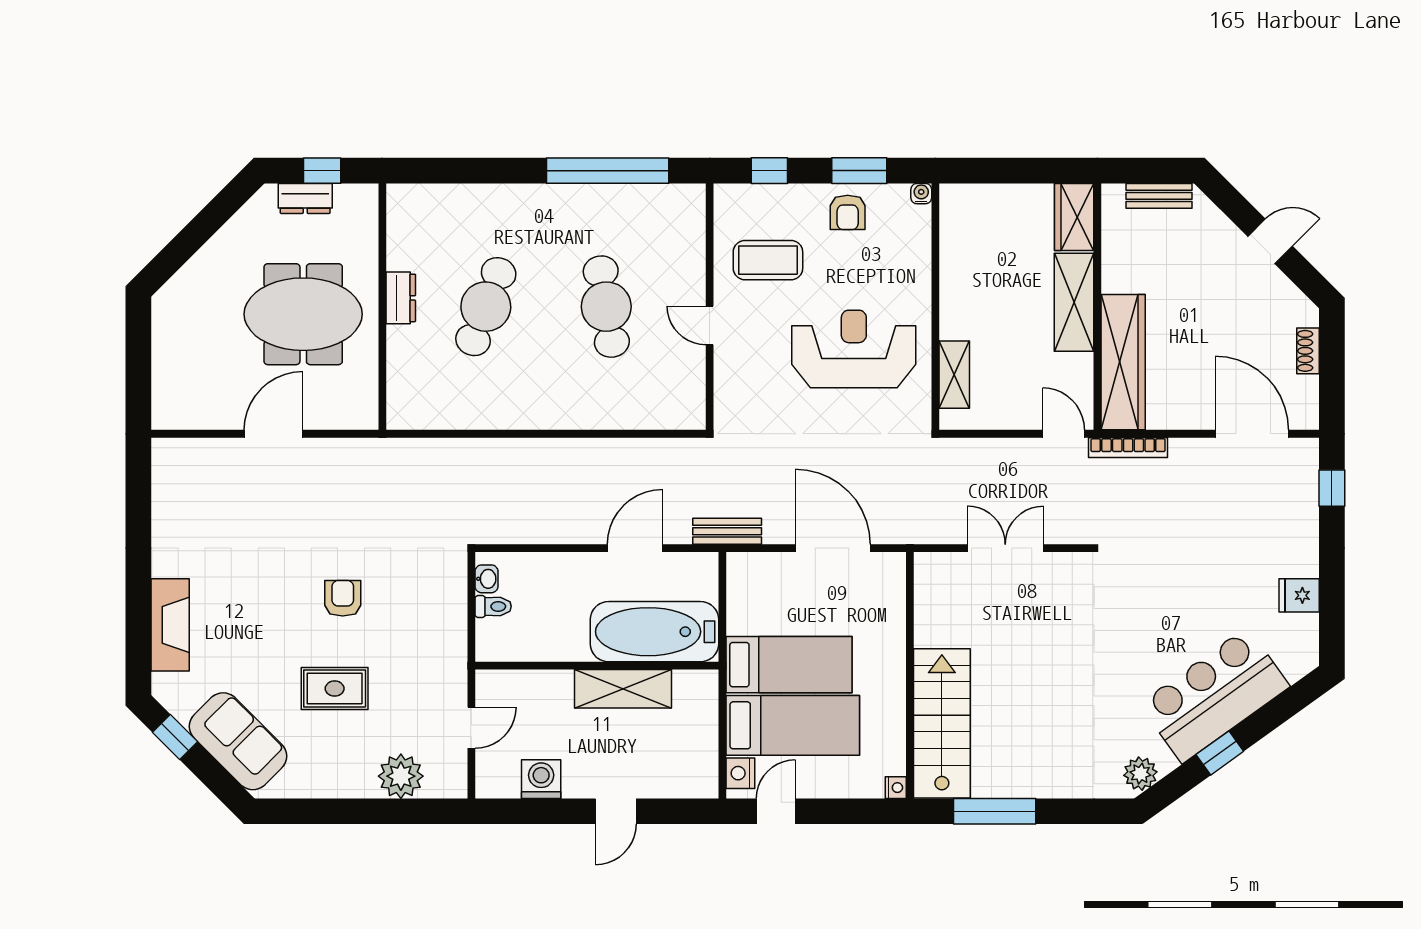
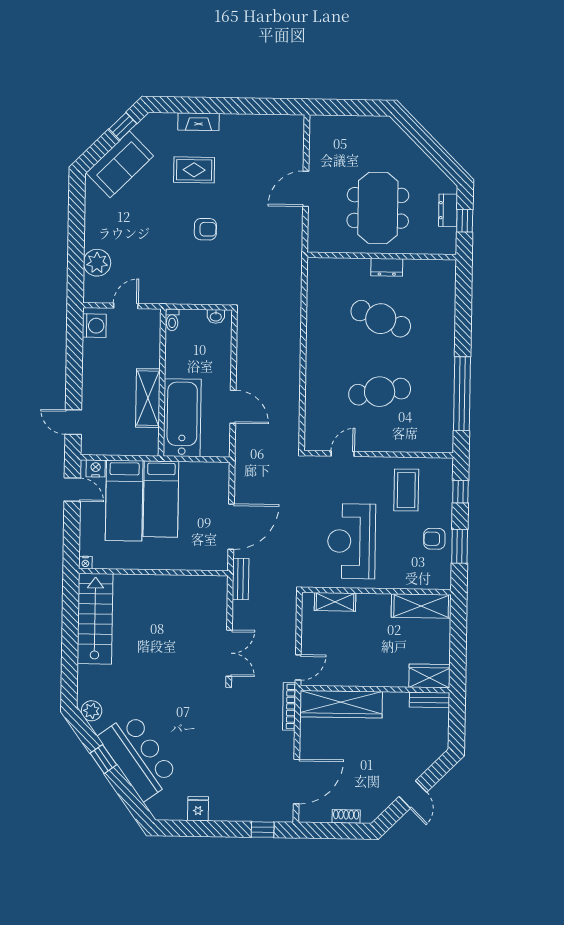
water cooler: (921, 194) -> (445, 584), removed
bench: (1159, 196) -> (430, 700), moved, turned 90
shelving: (1074, 302) -> (421, 606), moved
door: (710, 325) -> (343, 454), moved
reception desk: (854, 349) -> (352, 541), turned 180
door: (273, 434) -> (306, 189), swing flipped
bench: (727, 531) -> (241, 579), moved
double door: (1005, 548) -> (229, 653), moved
toilet: (493, 606) -> (172, 320), moved
fireplace: (170, 625) -> (199, 122), width x0.73, depth x0.76
rug: (335, 689) -> (194, 170), moved, turned 90
stairs: (942, 723) -> (95, 619), moved, turned -90
door: (471, 728) -> (126, 306), swing flipped
washing machine: (541, 779) -> (94, 326), moved
door: (616, 811) -> (73, 422), moved
window: (995, 811) -> (70, 622), removed

